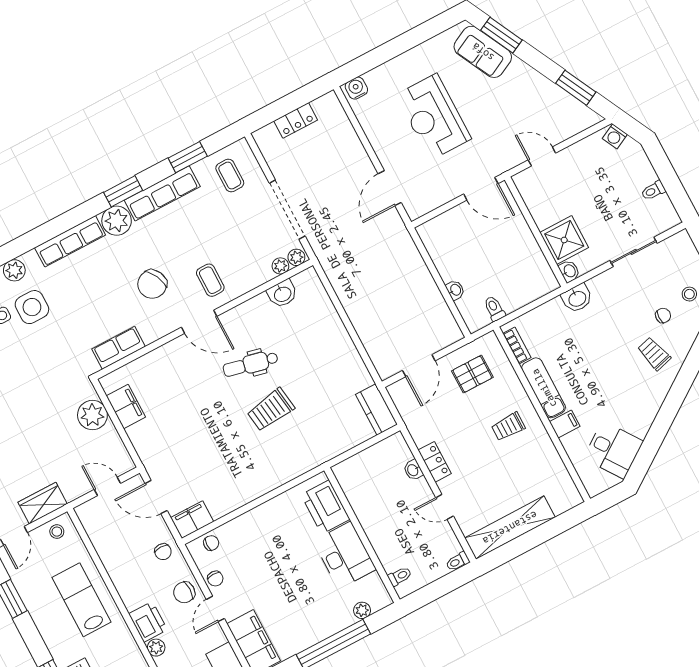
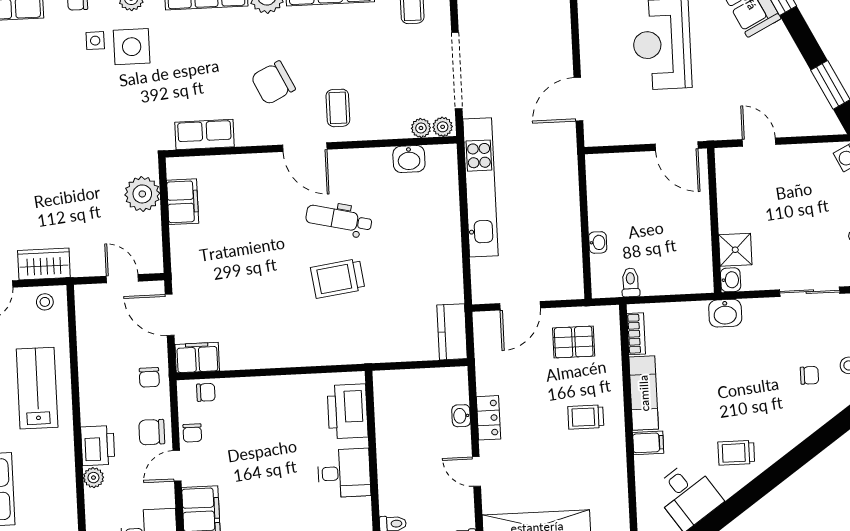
shower: (564, 240) -> (735, 250), width x0.73, depth x0.73
kitchen unit: (347, 290) -> (480, 187), added
trolley: (654, 354) -> (736, 453), moved, turned -75
desk: (345, 555) -> (344, 473), width x0.73

